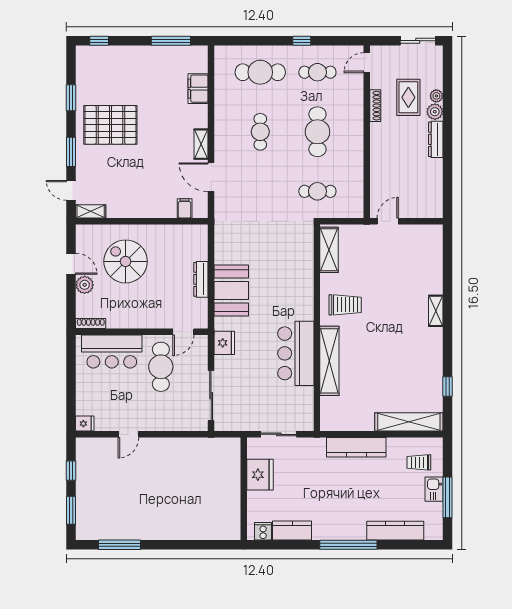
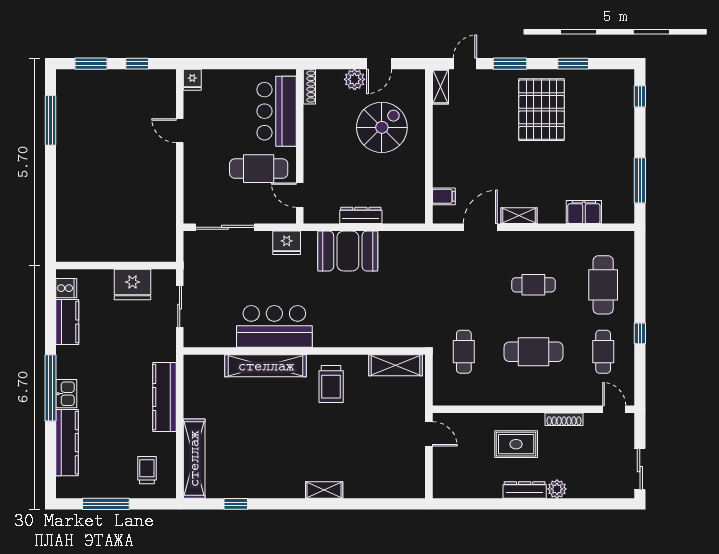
plant: (436, 96) -> (575, 491), removed
rug: (408, 97) -> (516, 444), moved
kitchen sink: (434, 489) -> (66, 394), moved, turned 90

